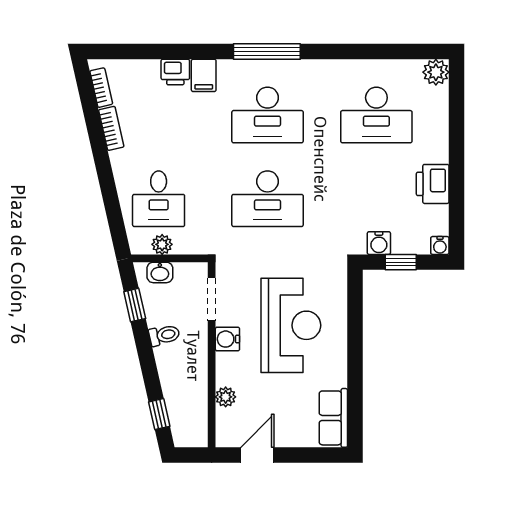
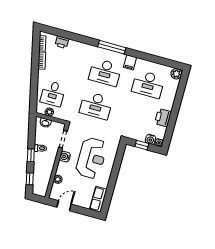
printer: (175, 72) -> (62, 42), moved
filing cabinet: (204, 75) -> (130, 62), moved
water cooler: (379, 243) -> (150, 139), moved
window: (135, 305) -> (31, 155), moved

